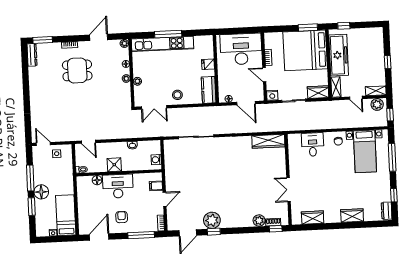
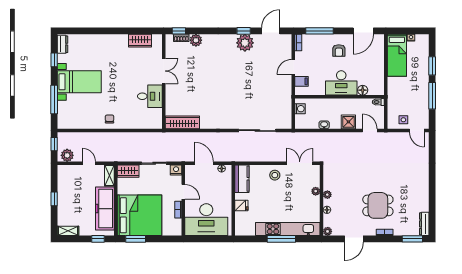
shelving: (376, 91) -> (68, 231), moved
desk: (313, 145) -> (150, 96), moved, turned -90
bed with nightstands: (365, 151) -> (79, 82), moved, turned 90
shower: (114, 165) -> (348, 122), moved
floor lamp: (41, 192) -> (421, 81), removed
wardrobe: (352, 216) -> (99, 41), removed

